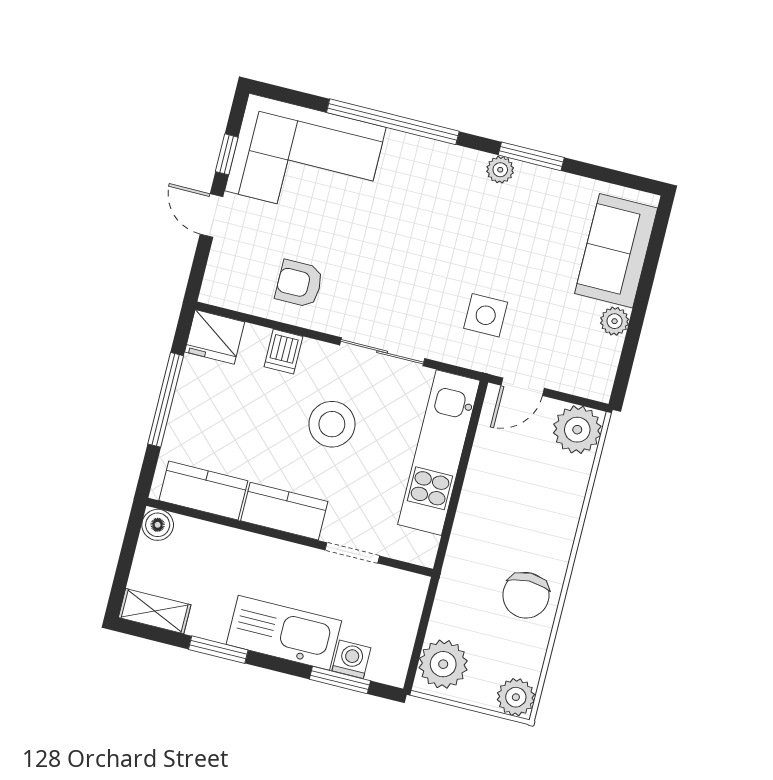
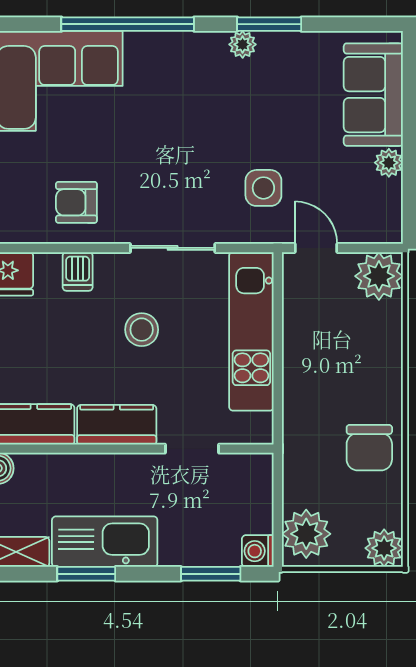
door: (523, 387) -> (316, 248), swing flipped
stool: (332, 424) -> (142, 330), width x0.73, depth x0.73
kitchen sink: (284, 633) -> (105, 542), moved
washing machine: (351, 659) -> (258, 551), moved, turned -90

